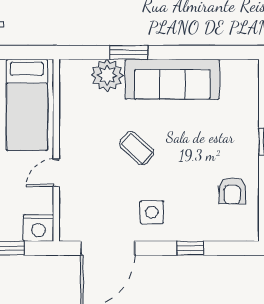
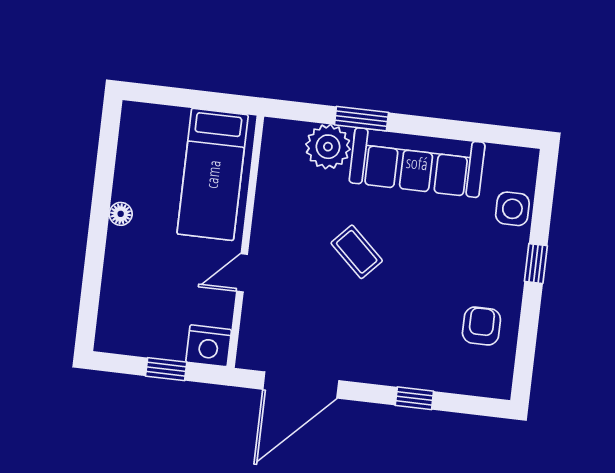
armchair: (232, 191) -> (481, 326), turned 180
side table: (152, 212) -> (512, 209), moved

